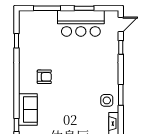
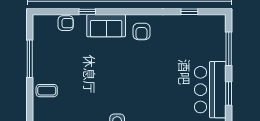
armchair: (44, 77) -> (142, 31), moved

